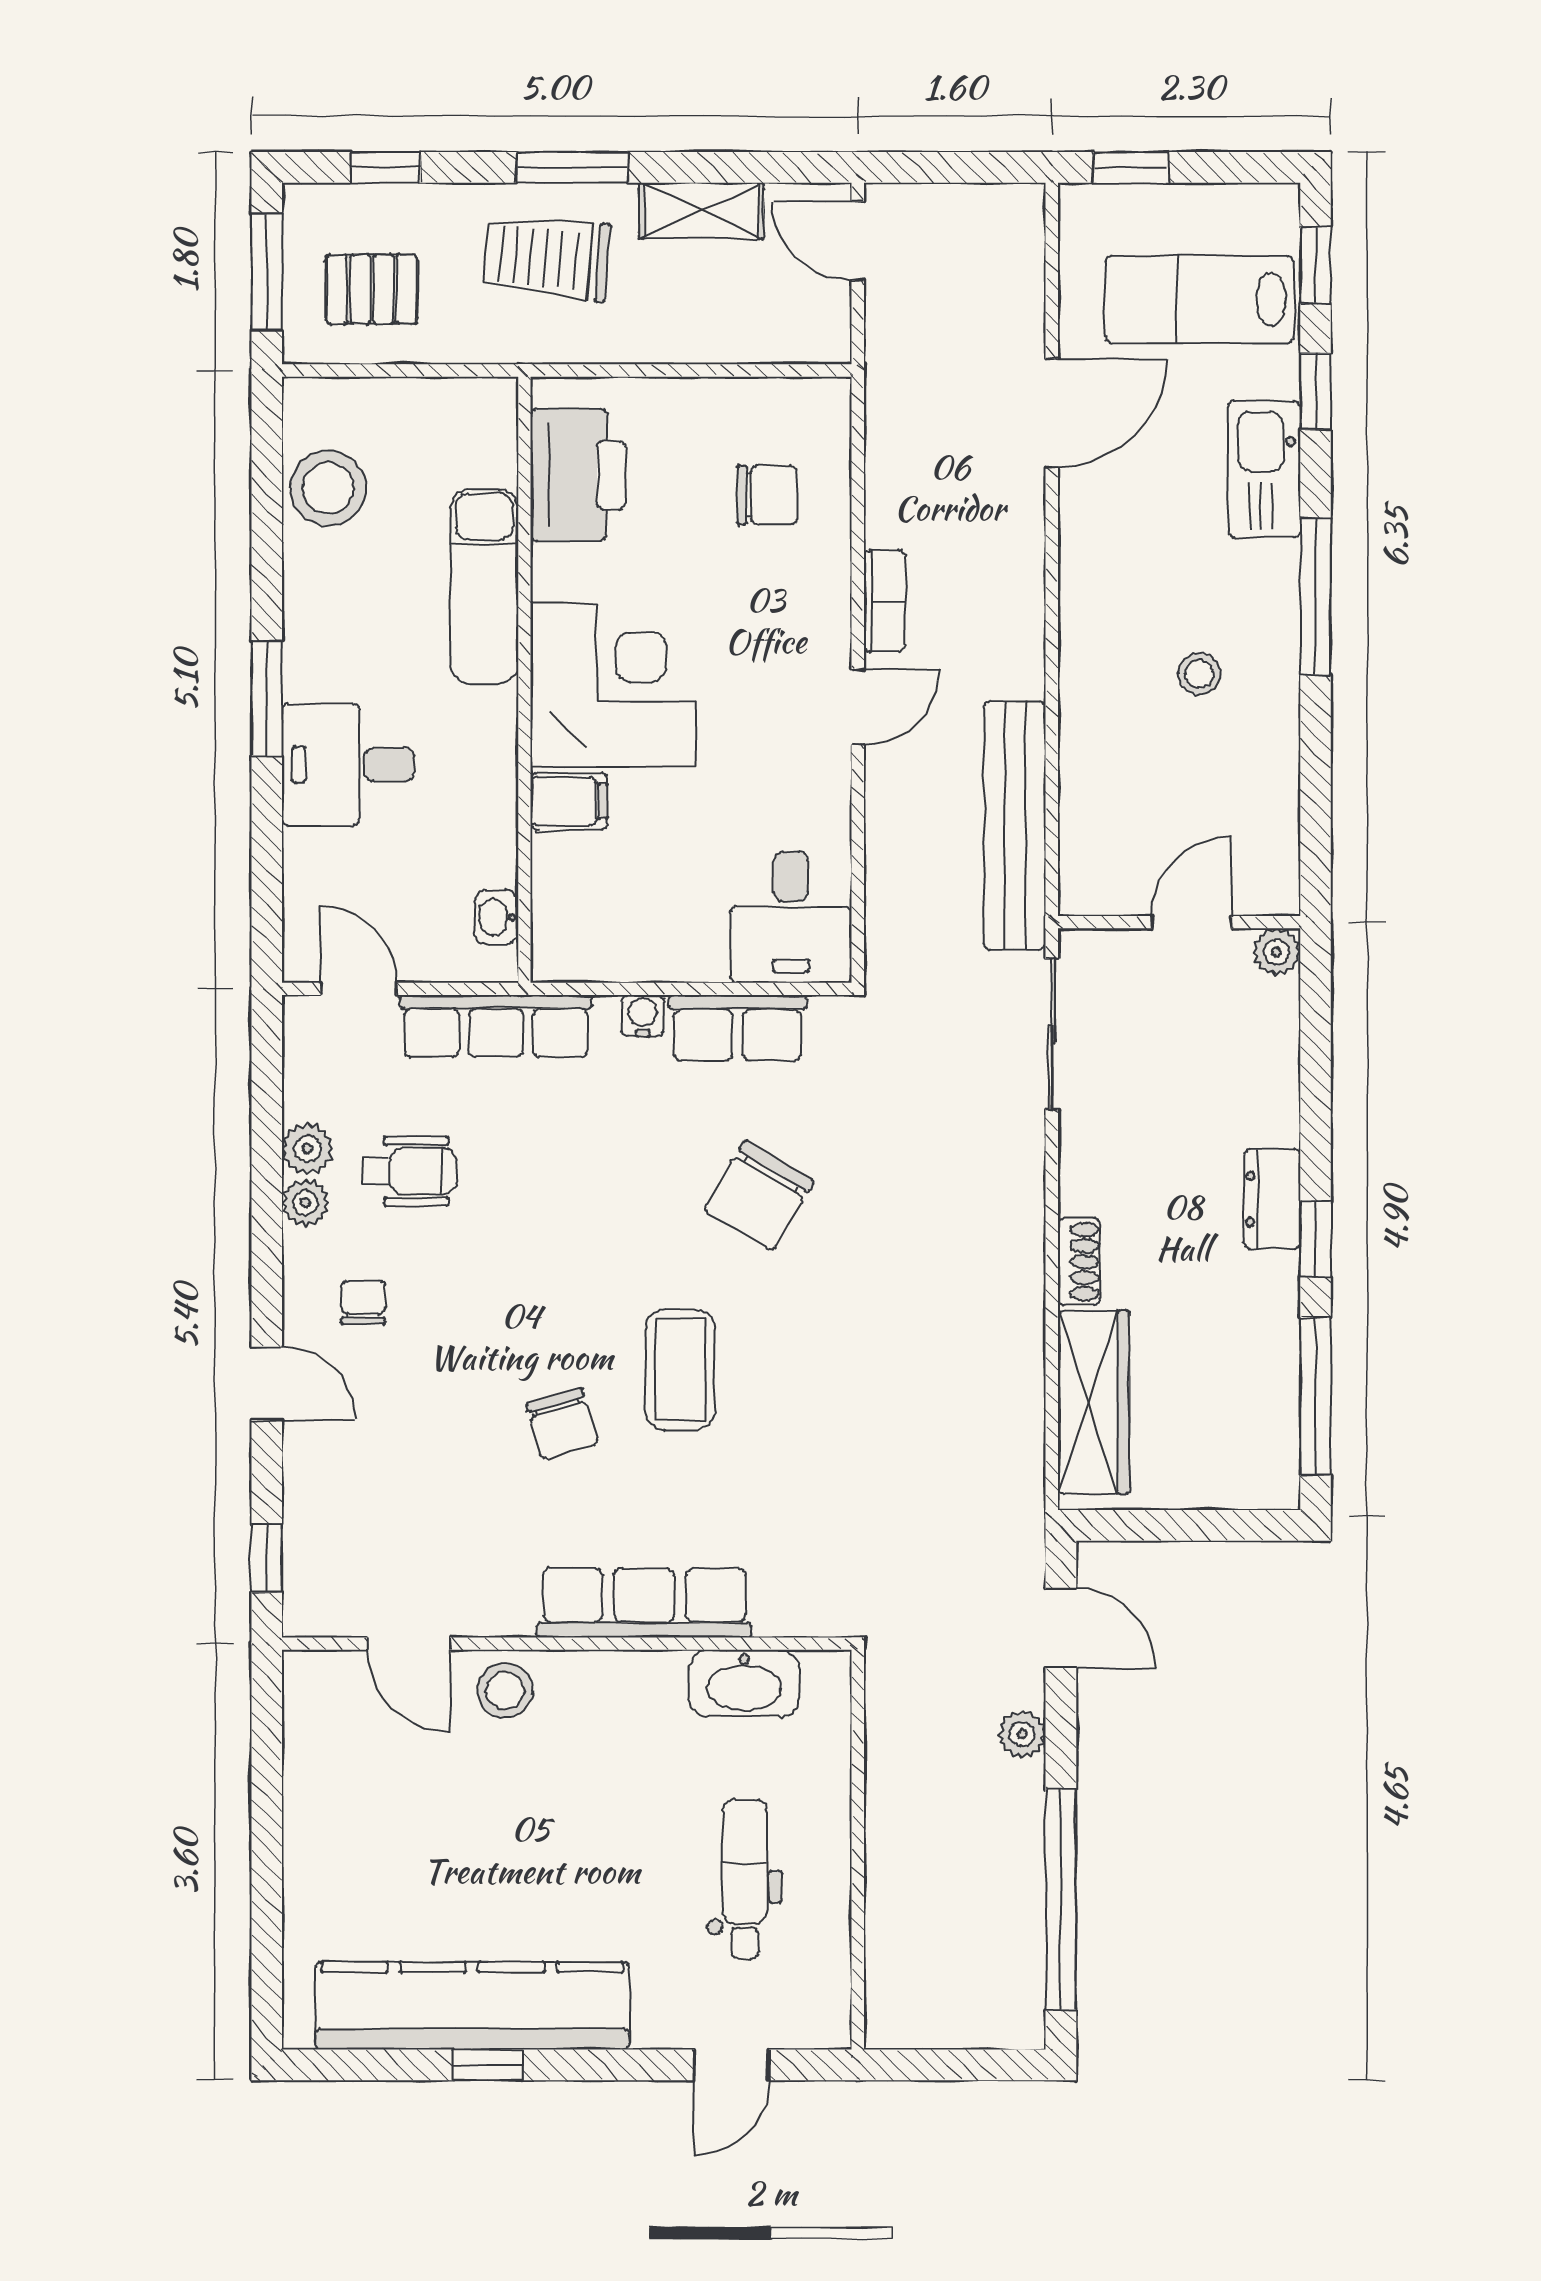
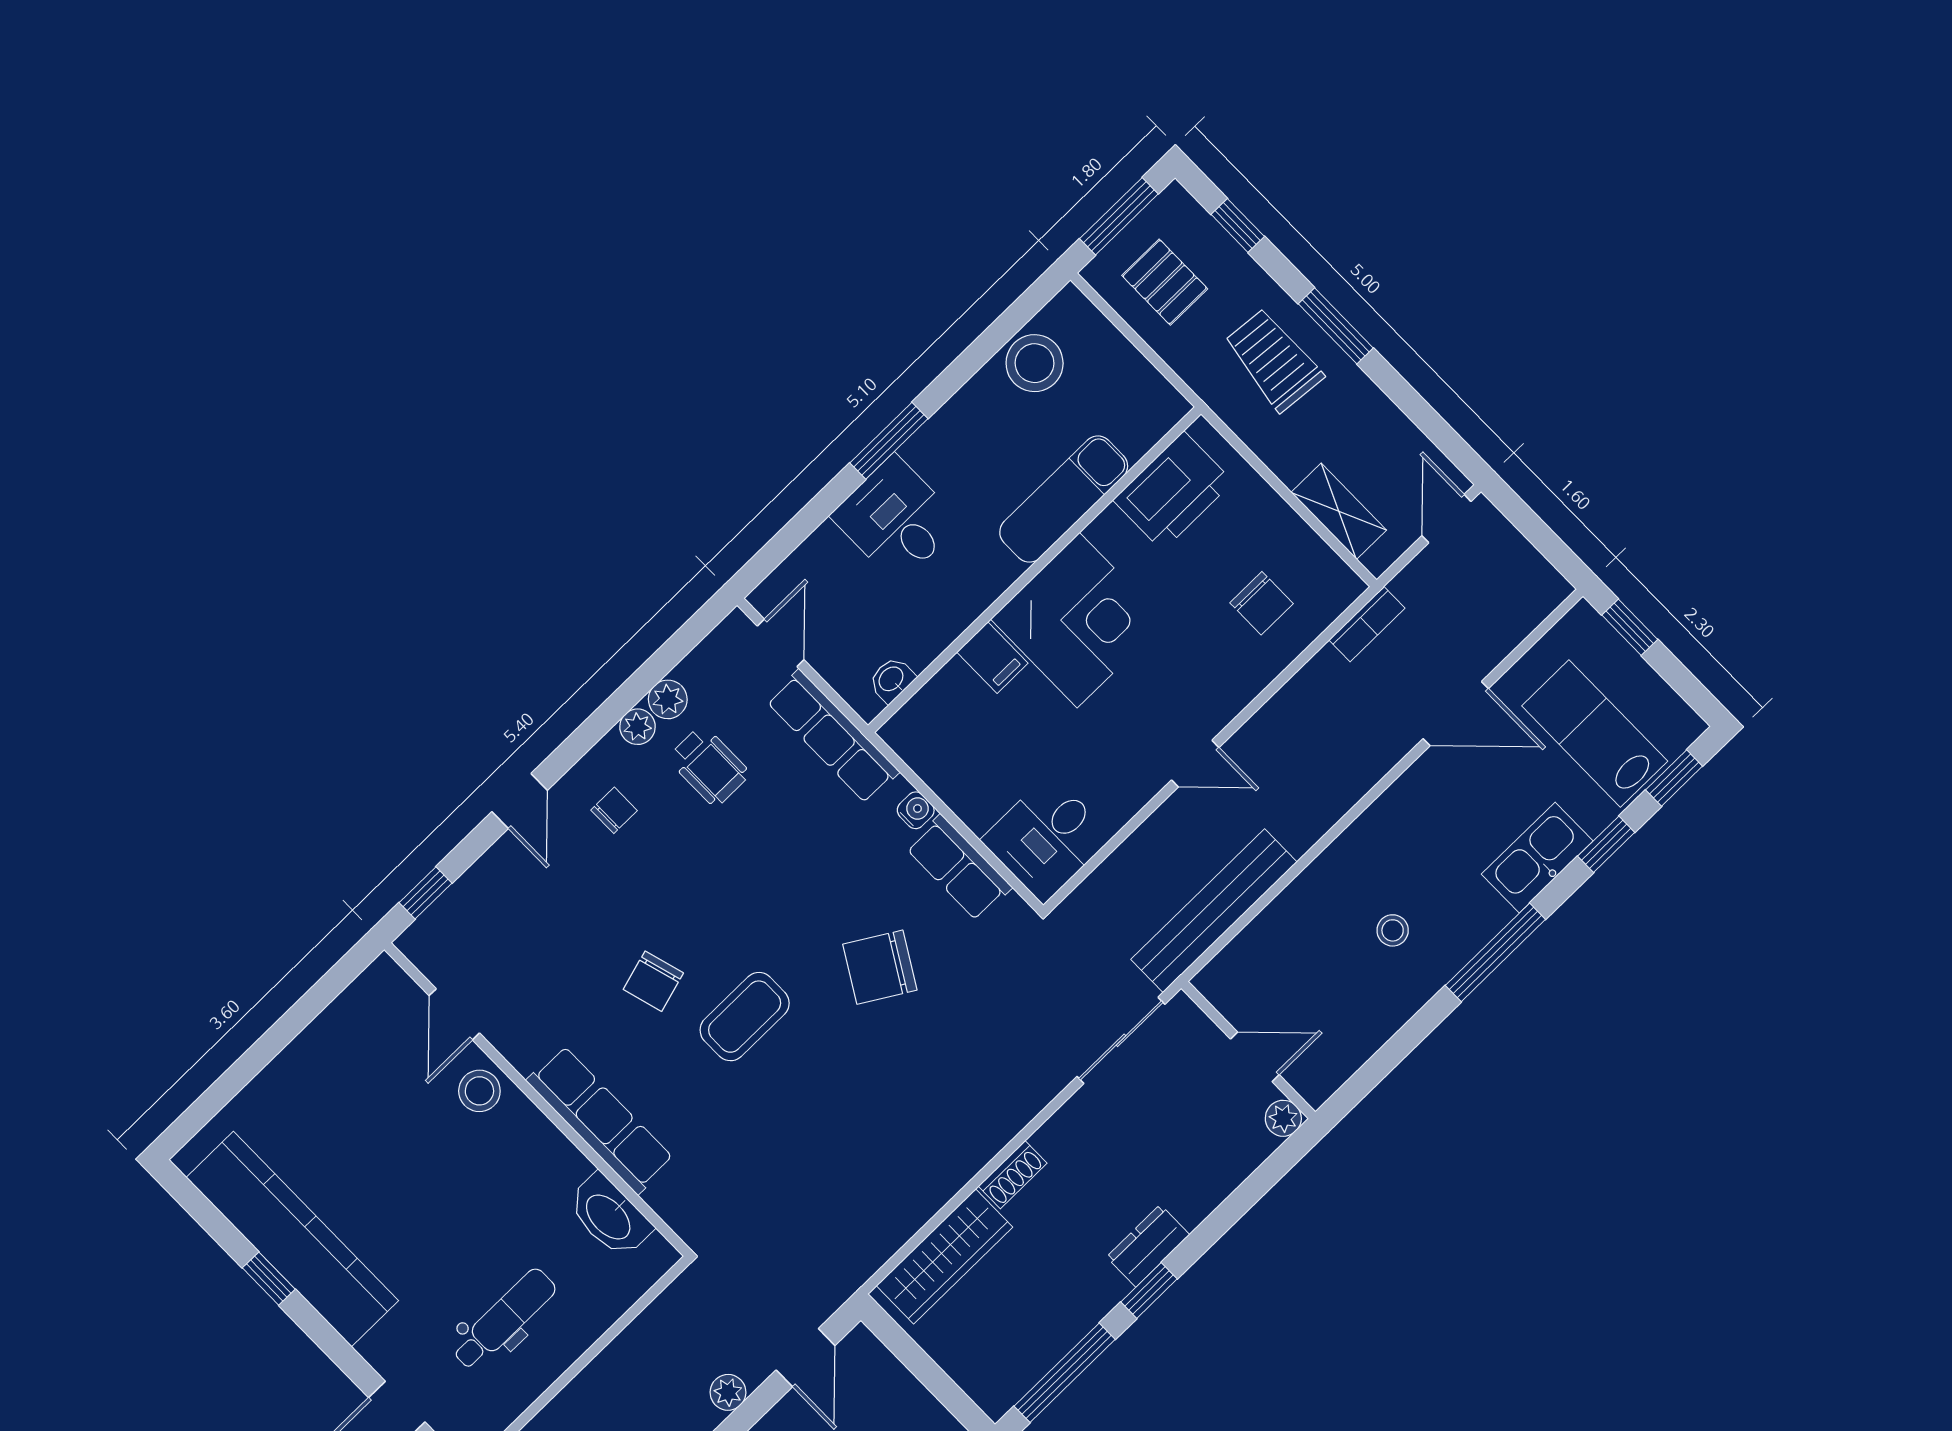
shelving: (701, 211) -> (1339, 511), moved
bookcase: (884, 601) -> (1367, 624), moved

